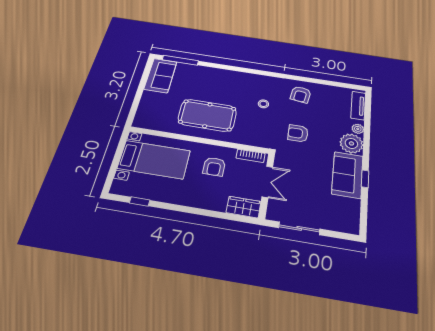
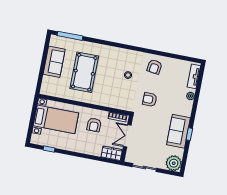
sofa: (161, 75) -> (54, 62), moved
pool table: (207, 115) -> (84, 72), moved, turned 90
plant: (351, 143) -> (174, 163), moved
double door: (267, 182) -> (127, 136), swing flipped

